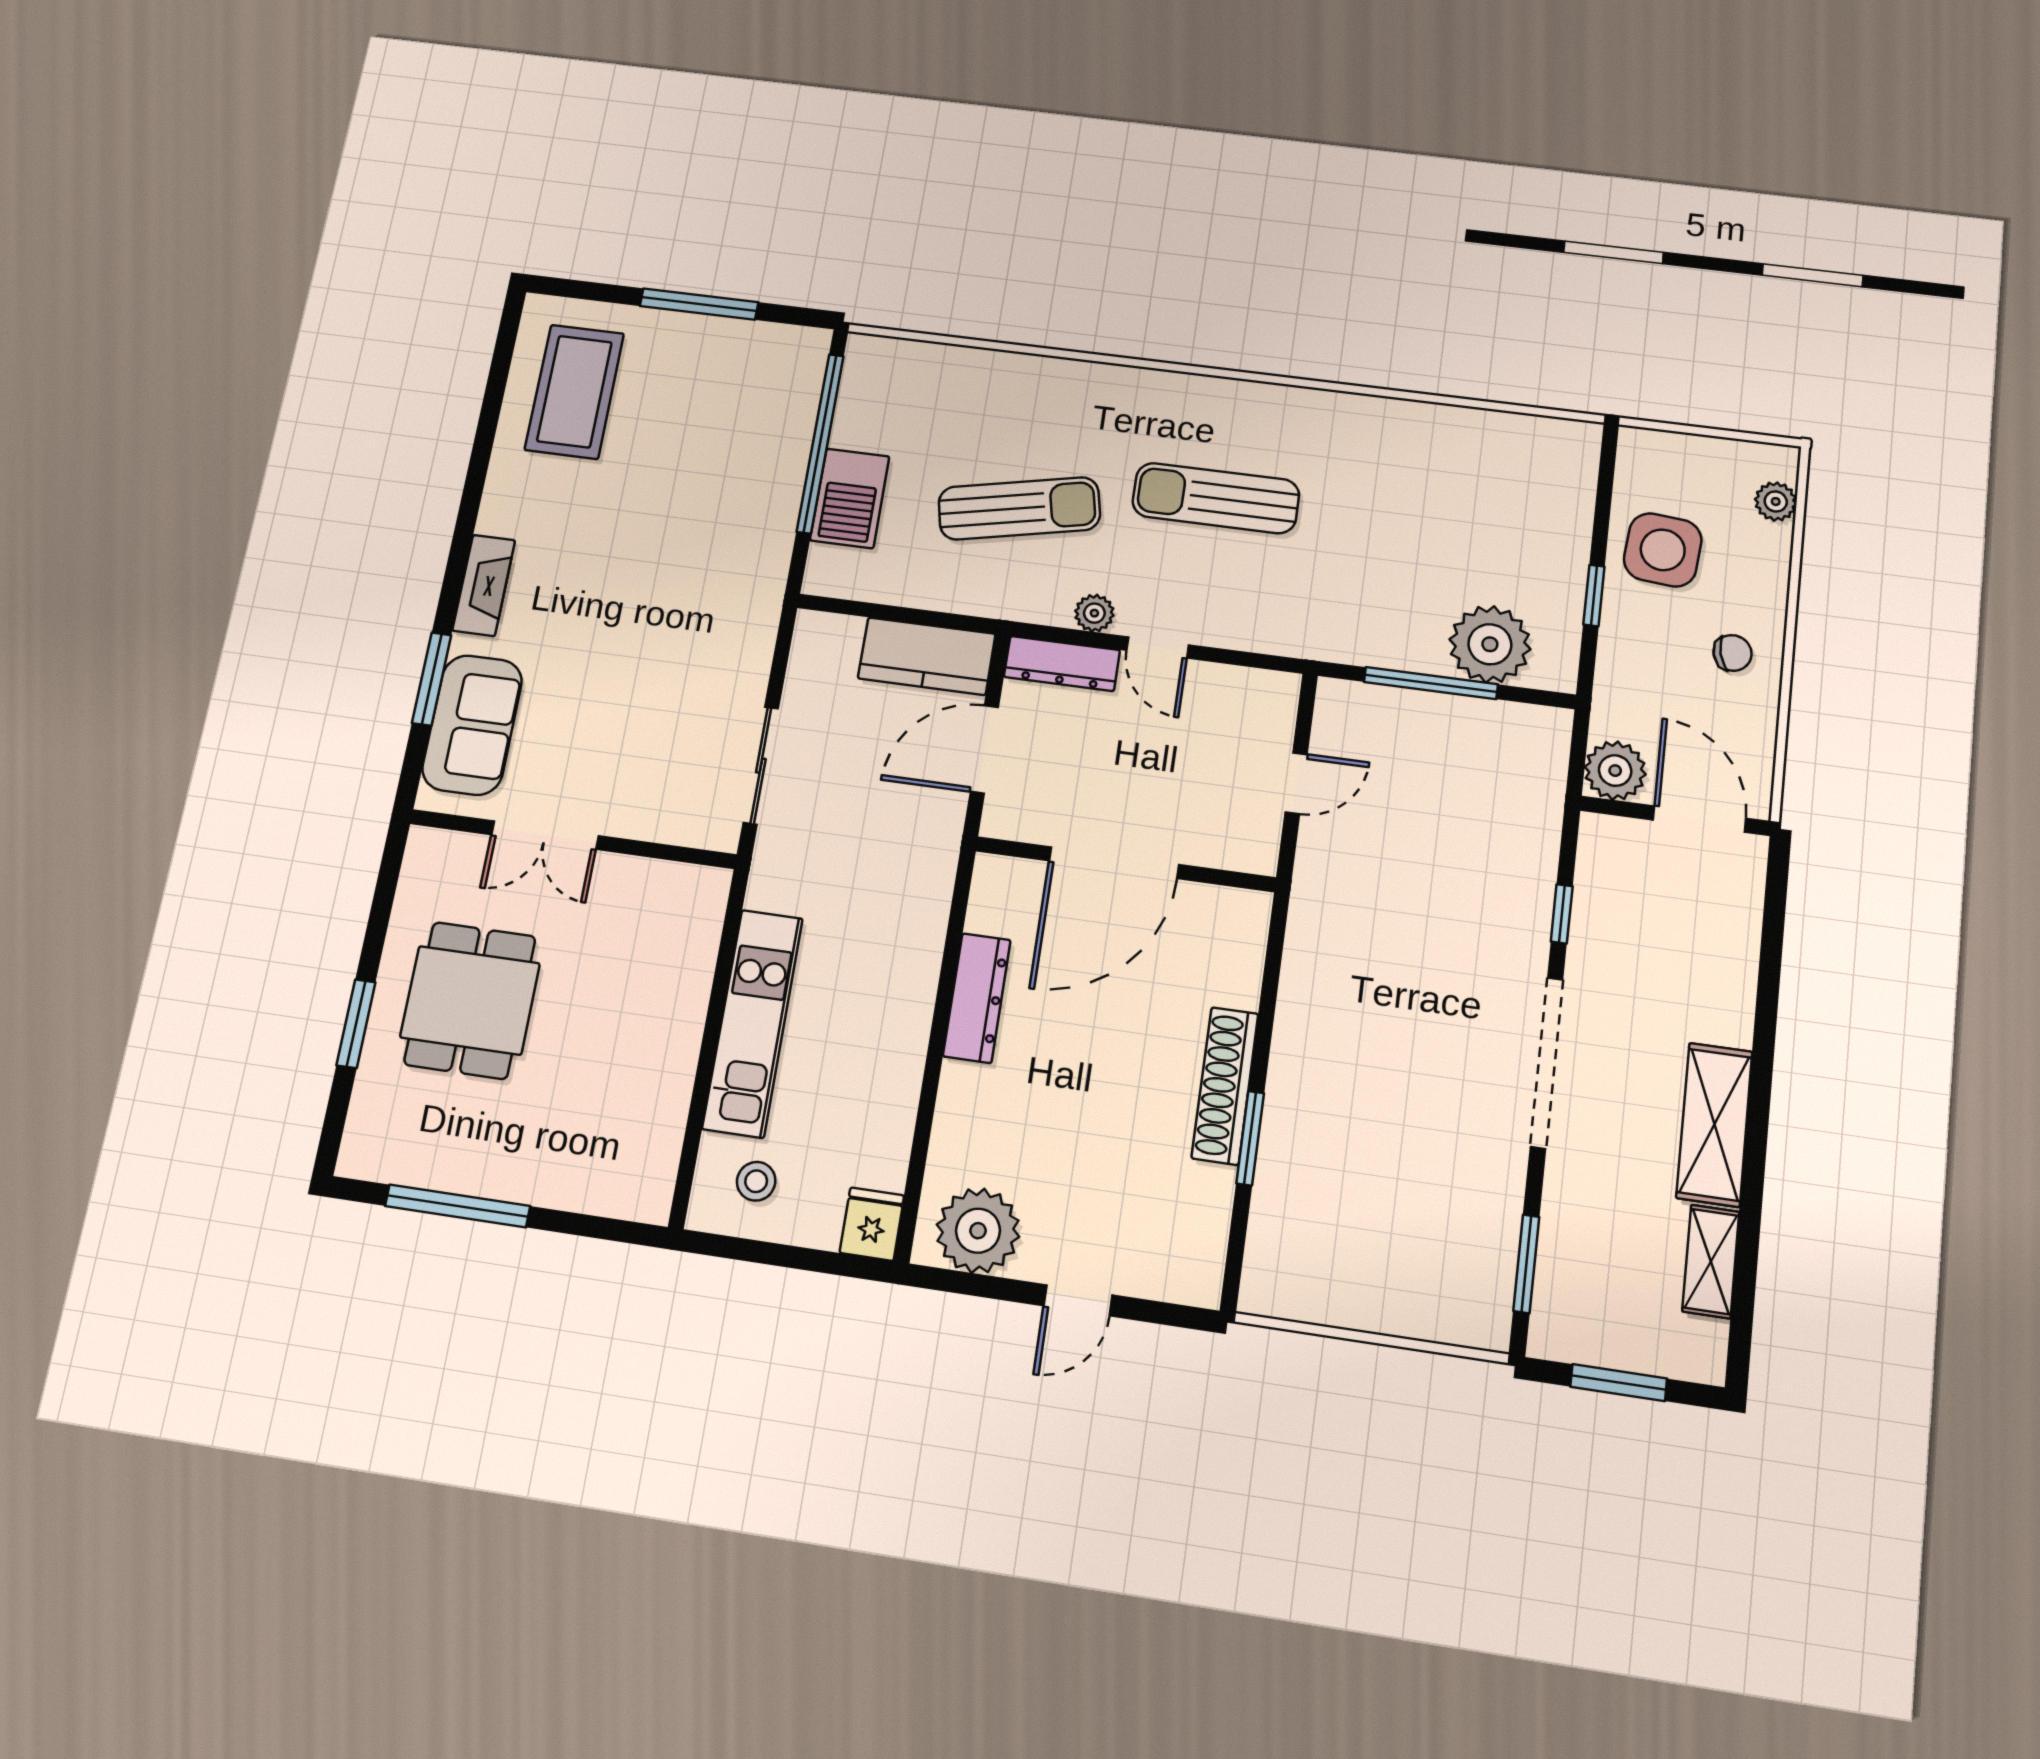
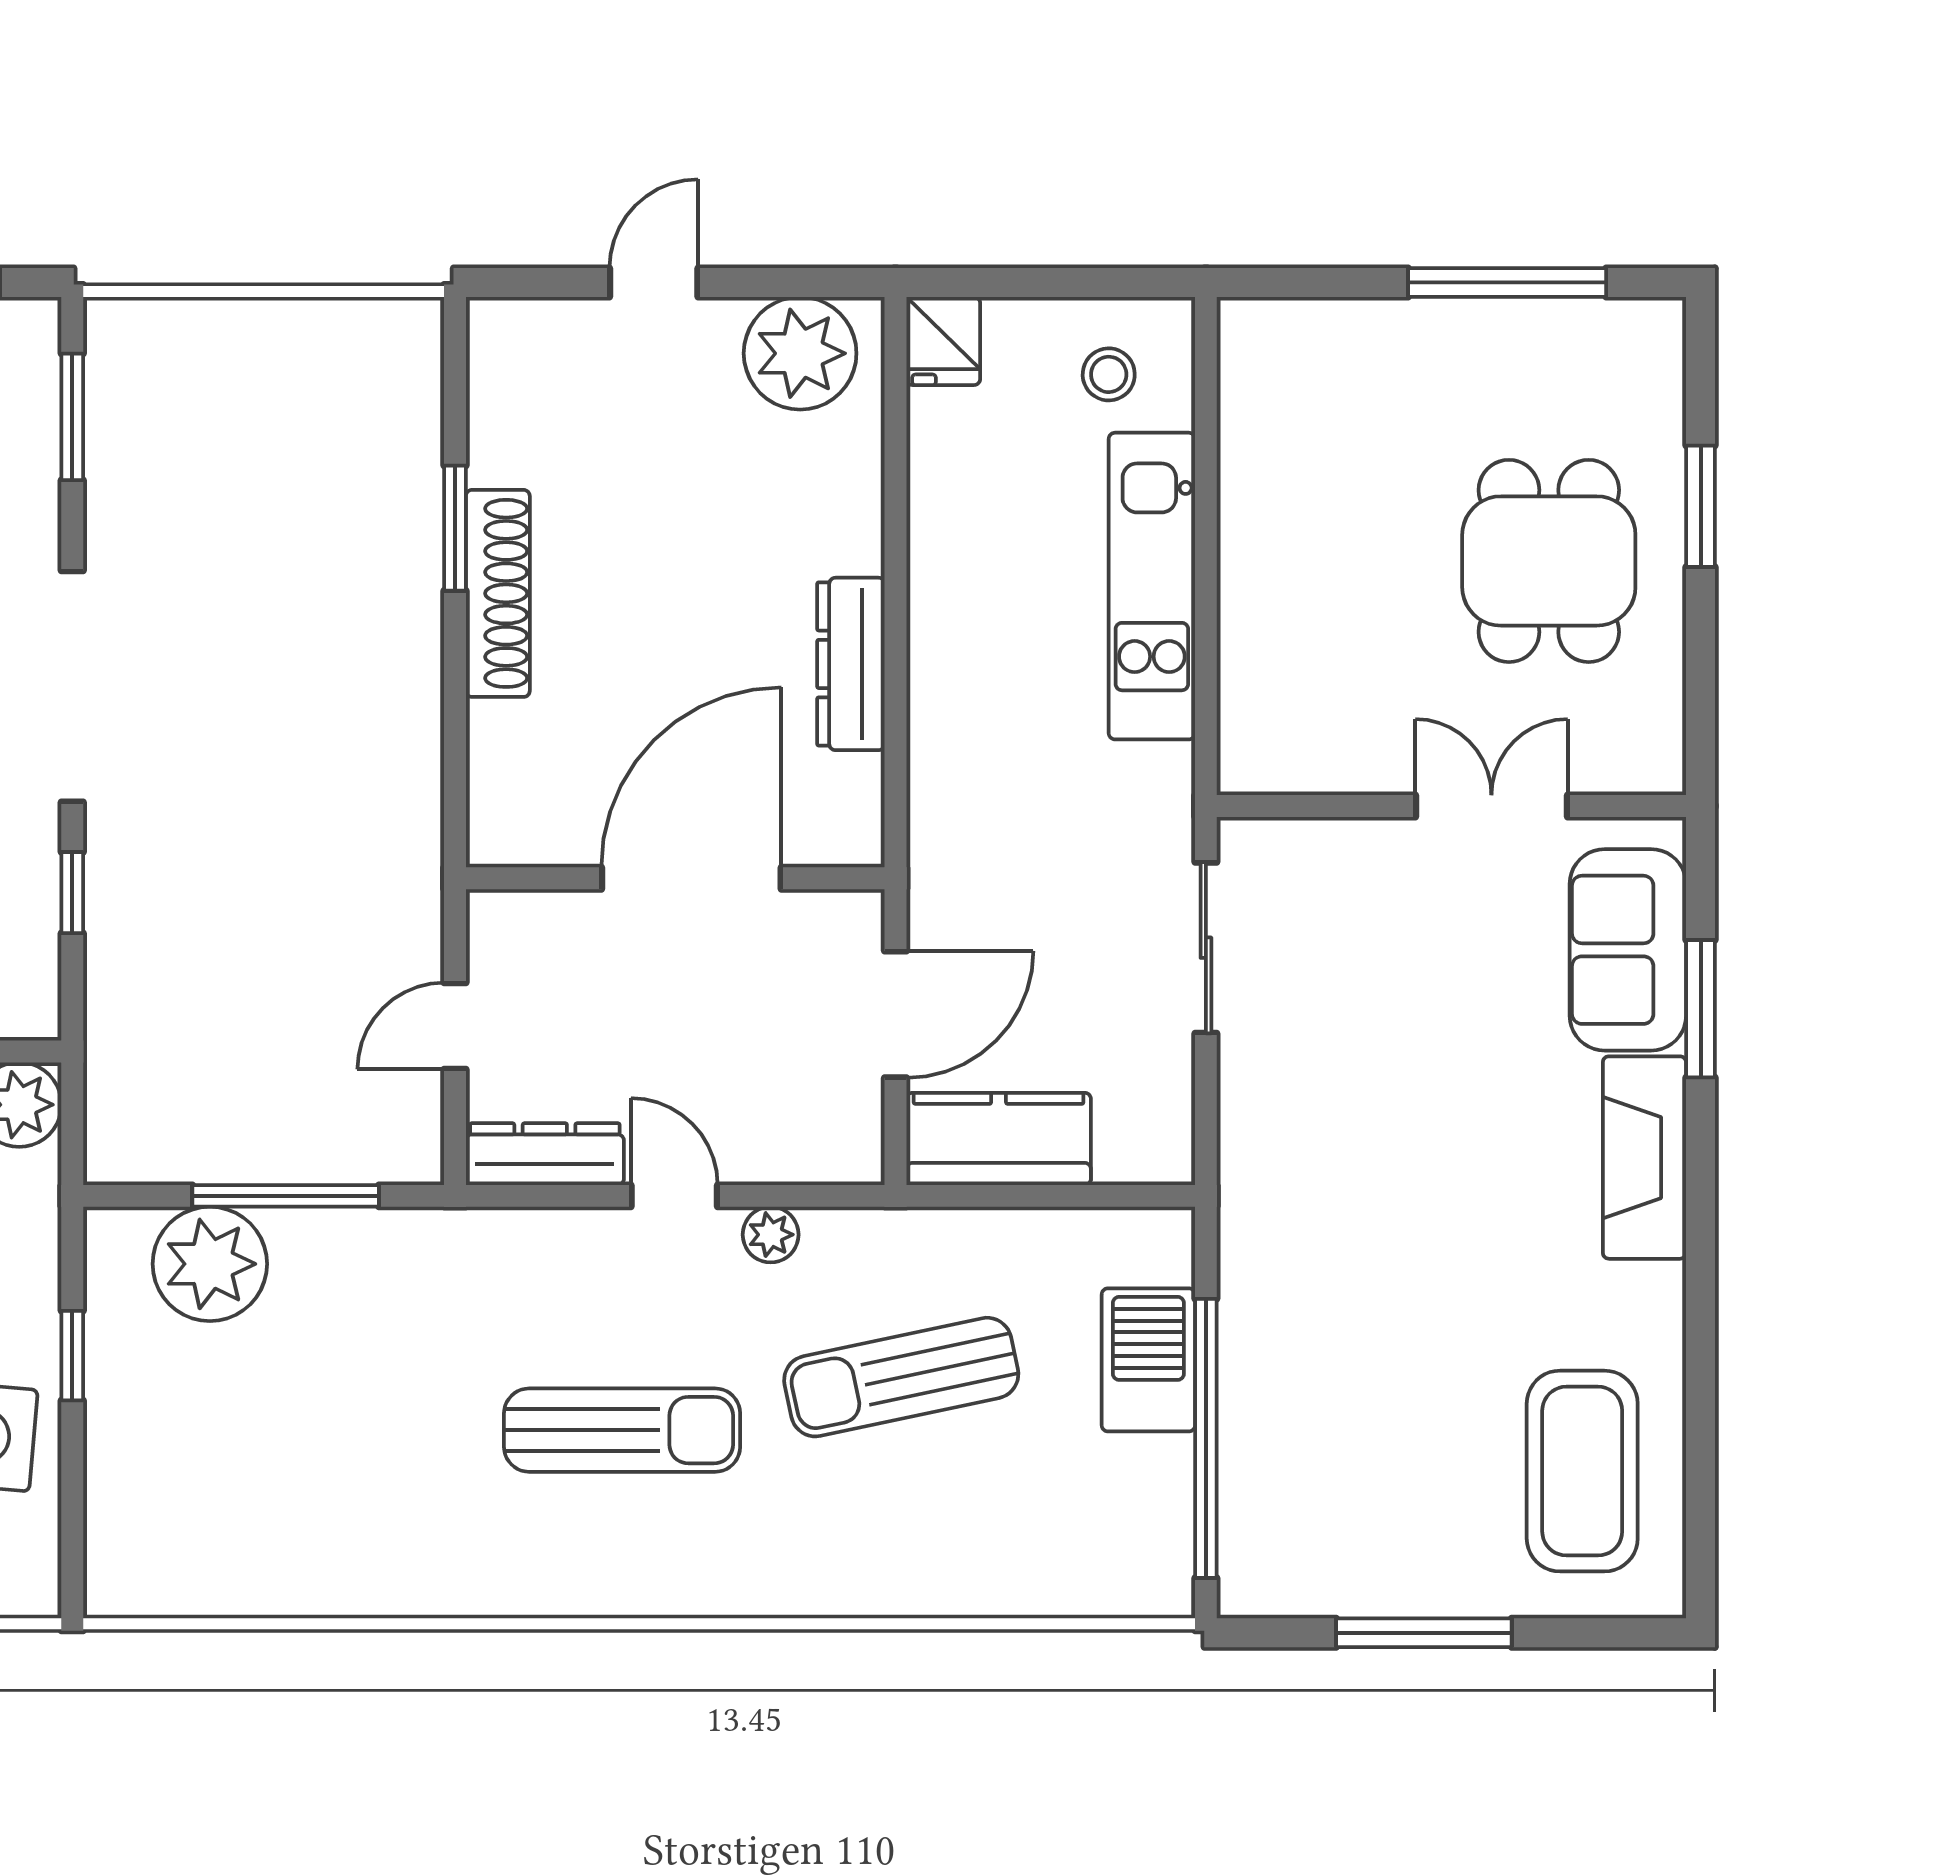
fireplace: (484, 585) -> (1644, 1158), width x1.37, depth x1.32
dresser: (1062, 663) -> (545, 1154), moved

